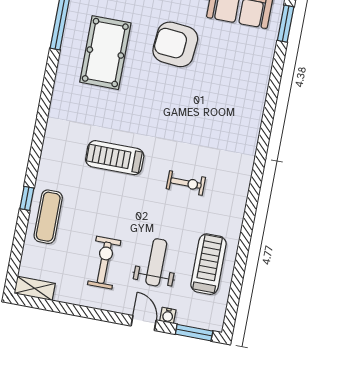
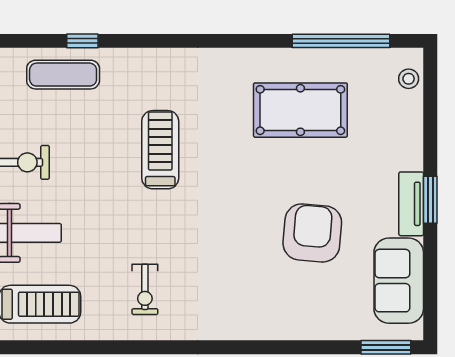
armchair: (175, 44) -> (312, 233), moved
exercise bike: (186, 183) -> (145, 289), moved

